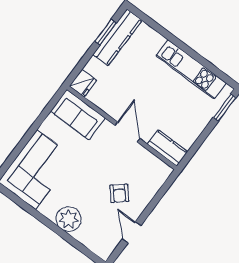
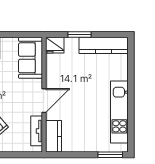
window: (106, 32) -> (80, 35), moved
tv unit: (151, 160) -> (37, 131), added

